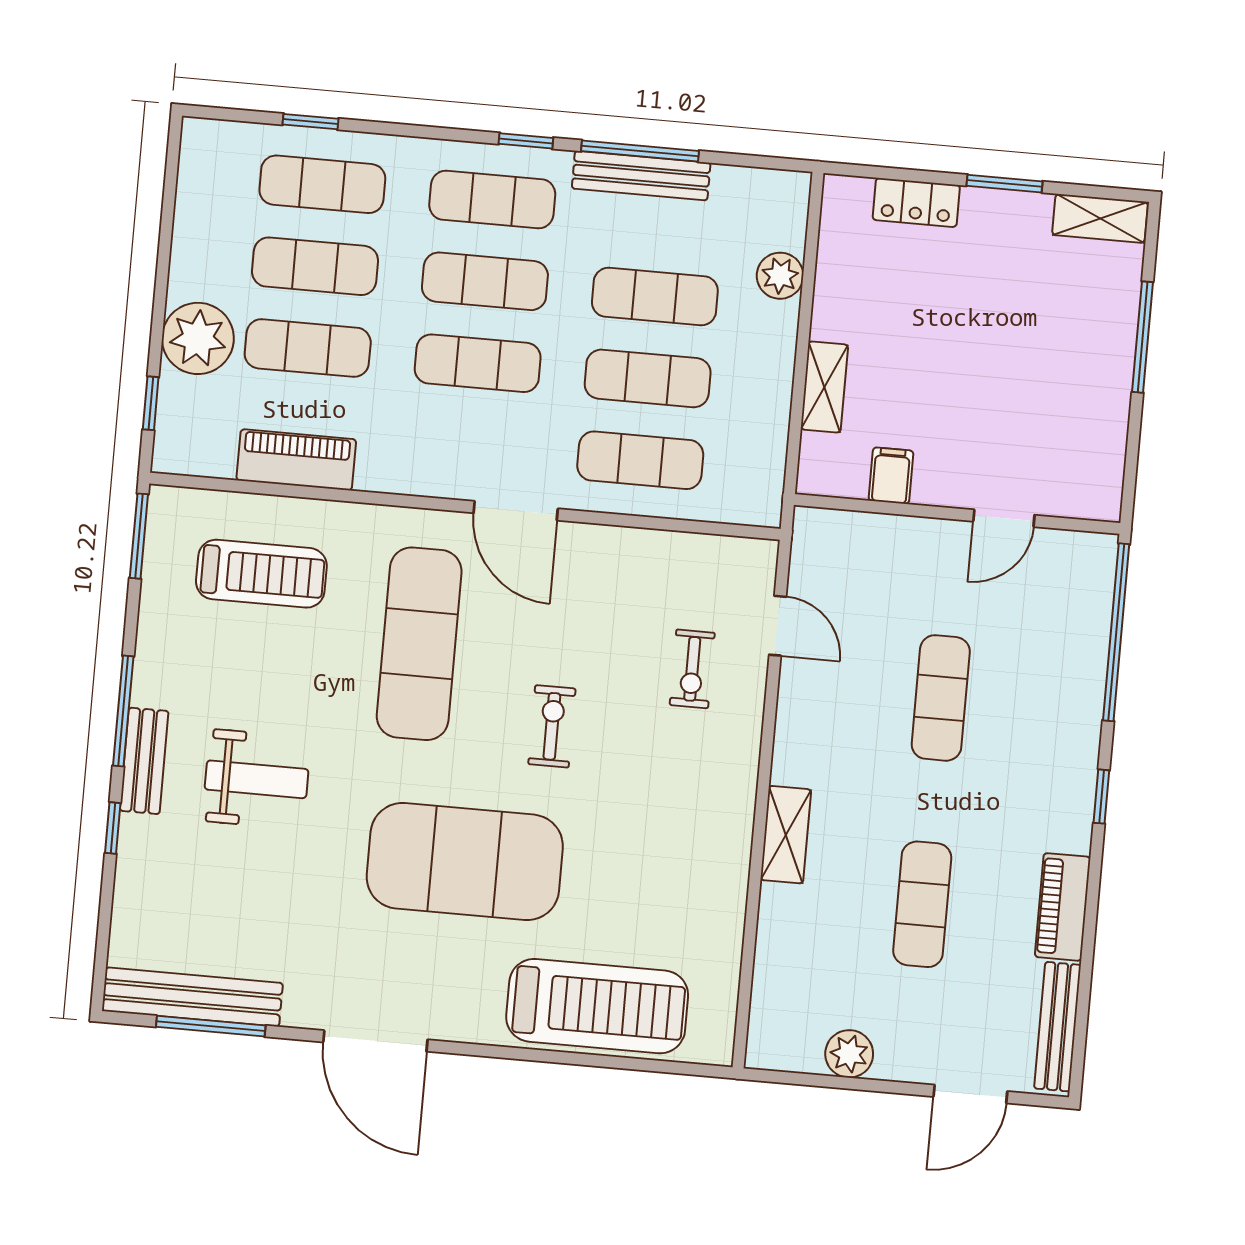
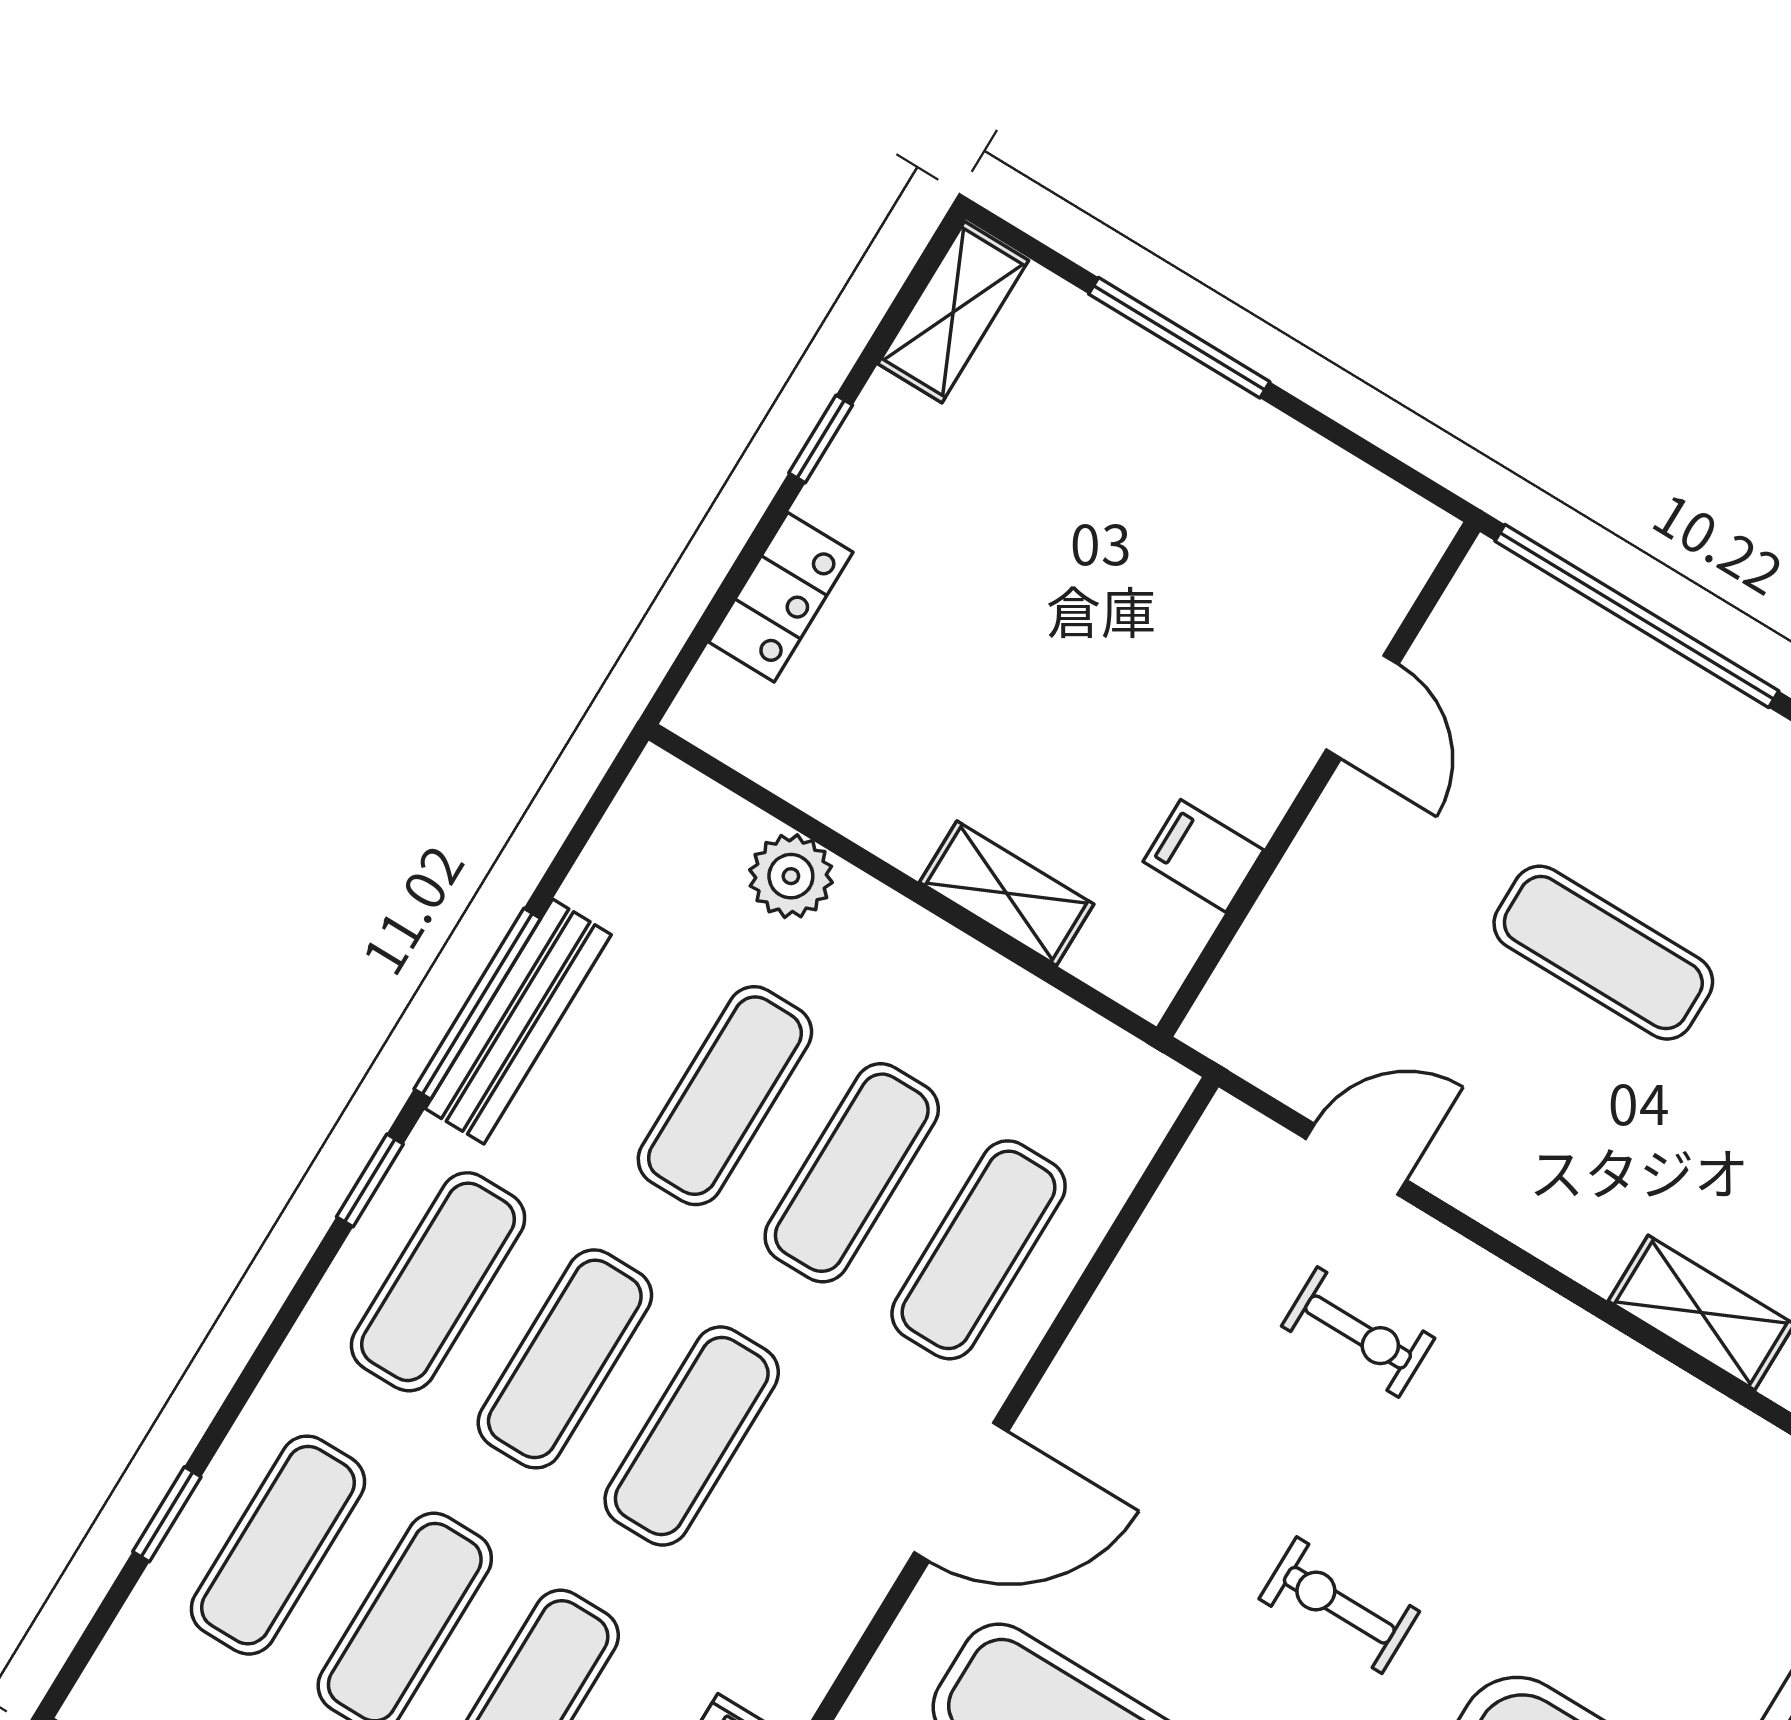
window: (1005, 184) -> (821, 439), width x0.67

